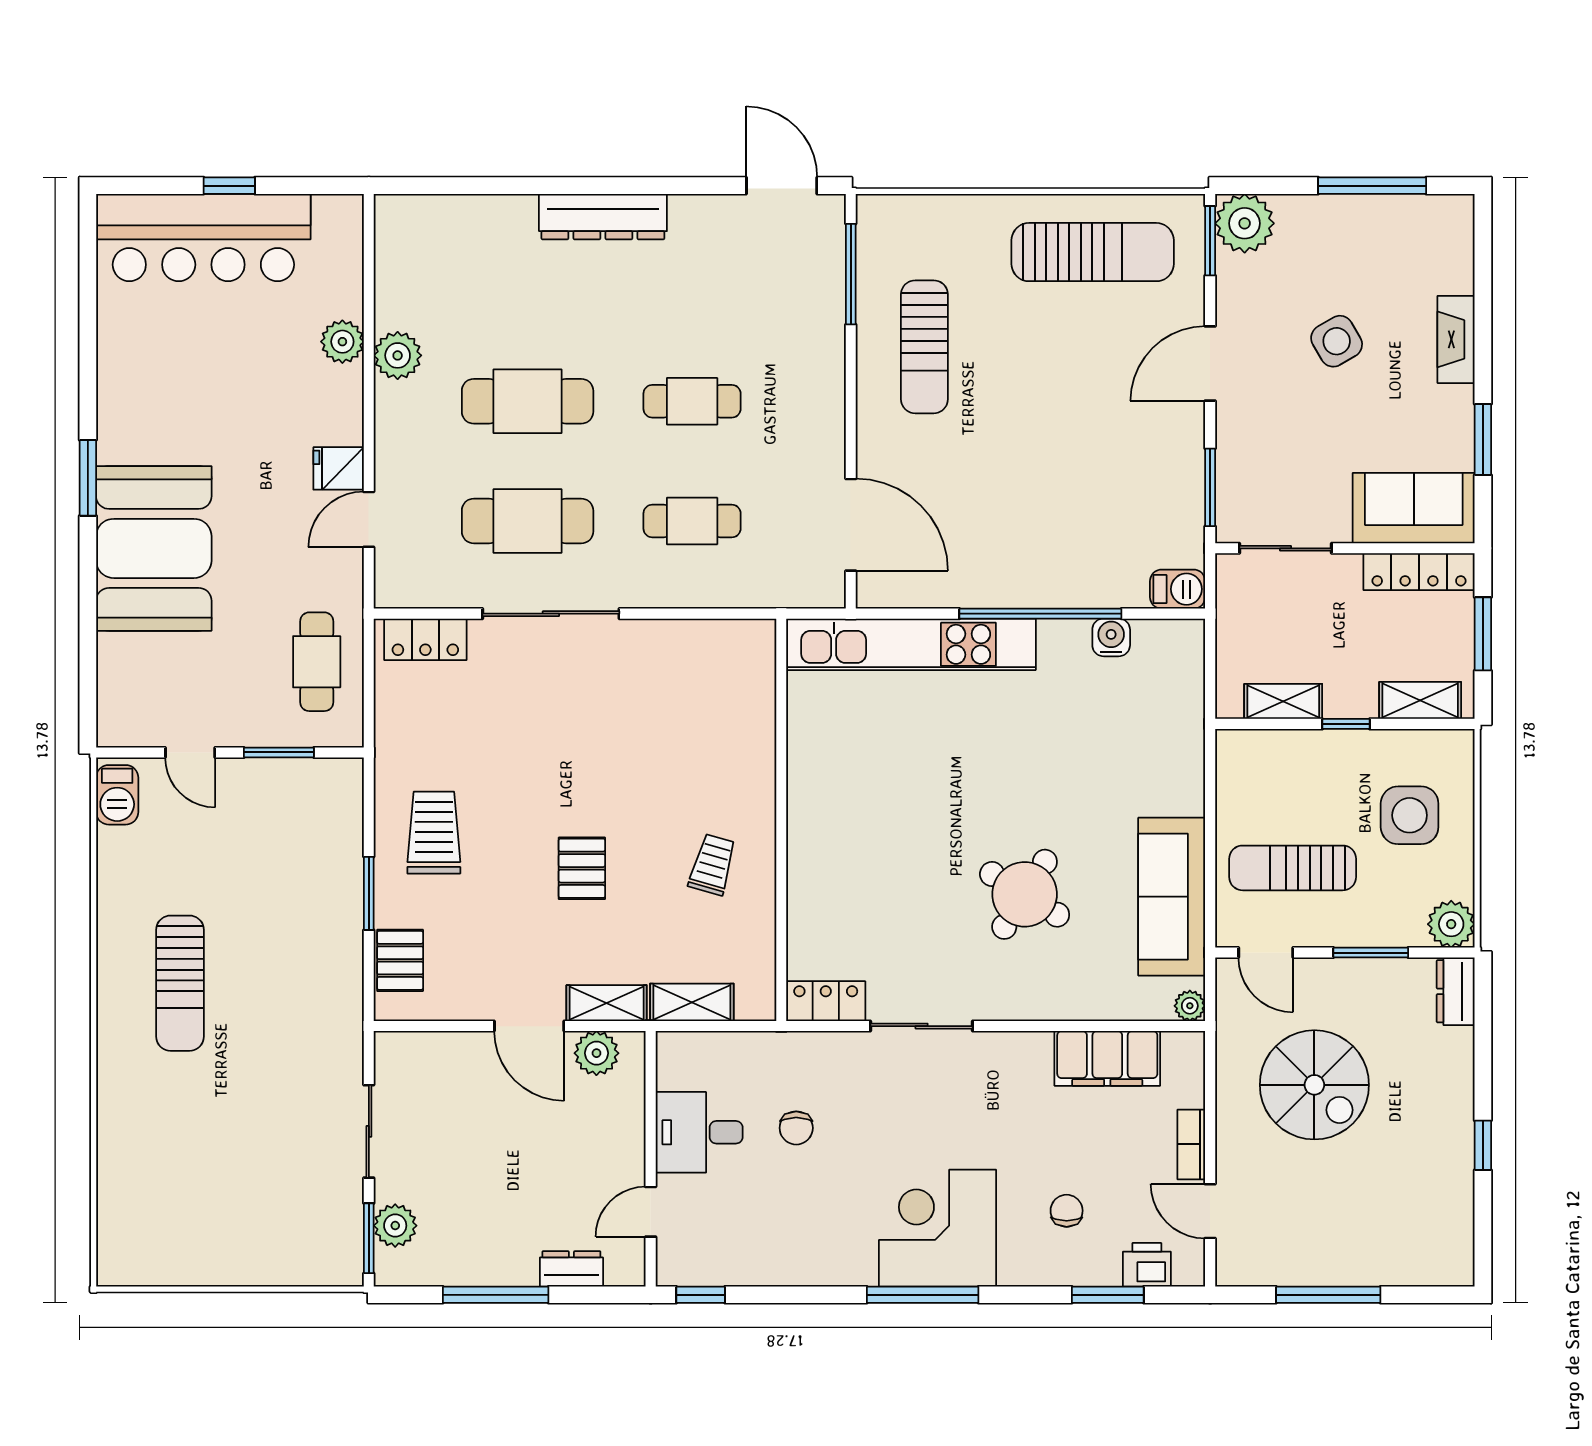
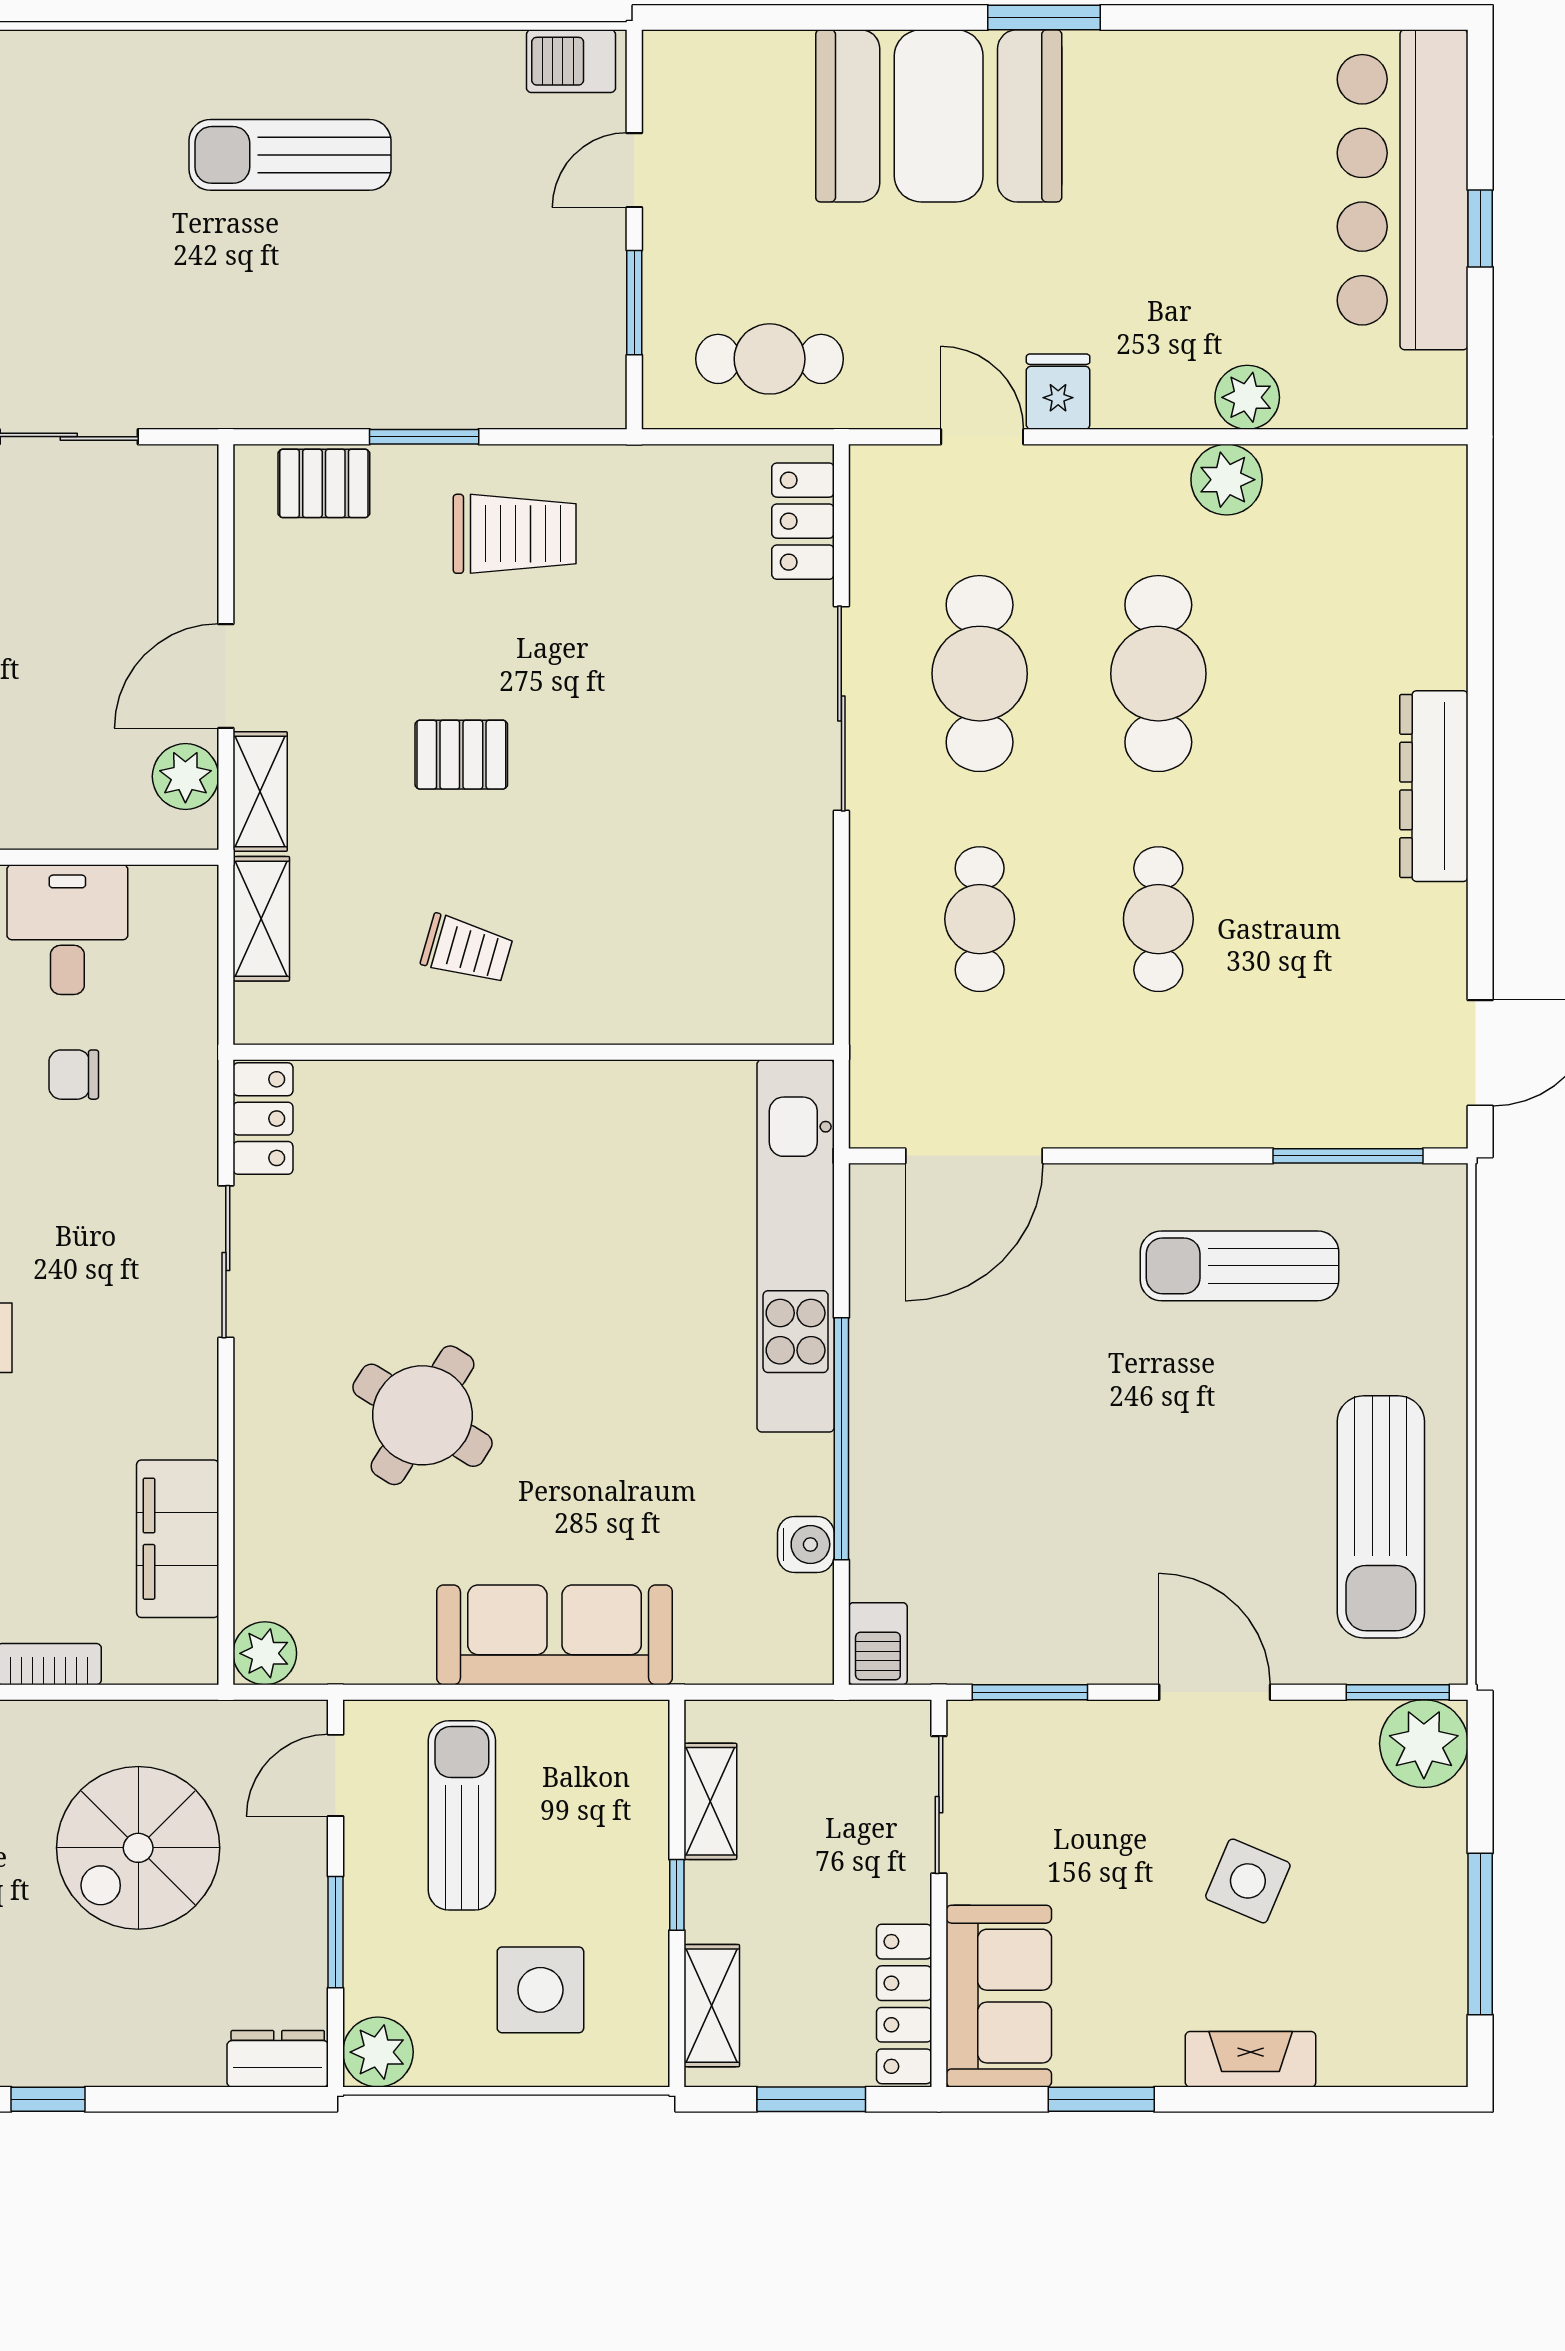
side table: (1337, 341) -> (1248, 1881), turned -37
sofa: (1172, 897) -> (555, 1635), moved
plant: (1190, 1006) -> (265, 1653), width x1.38, depth x1.38

